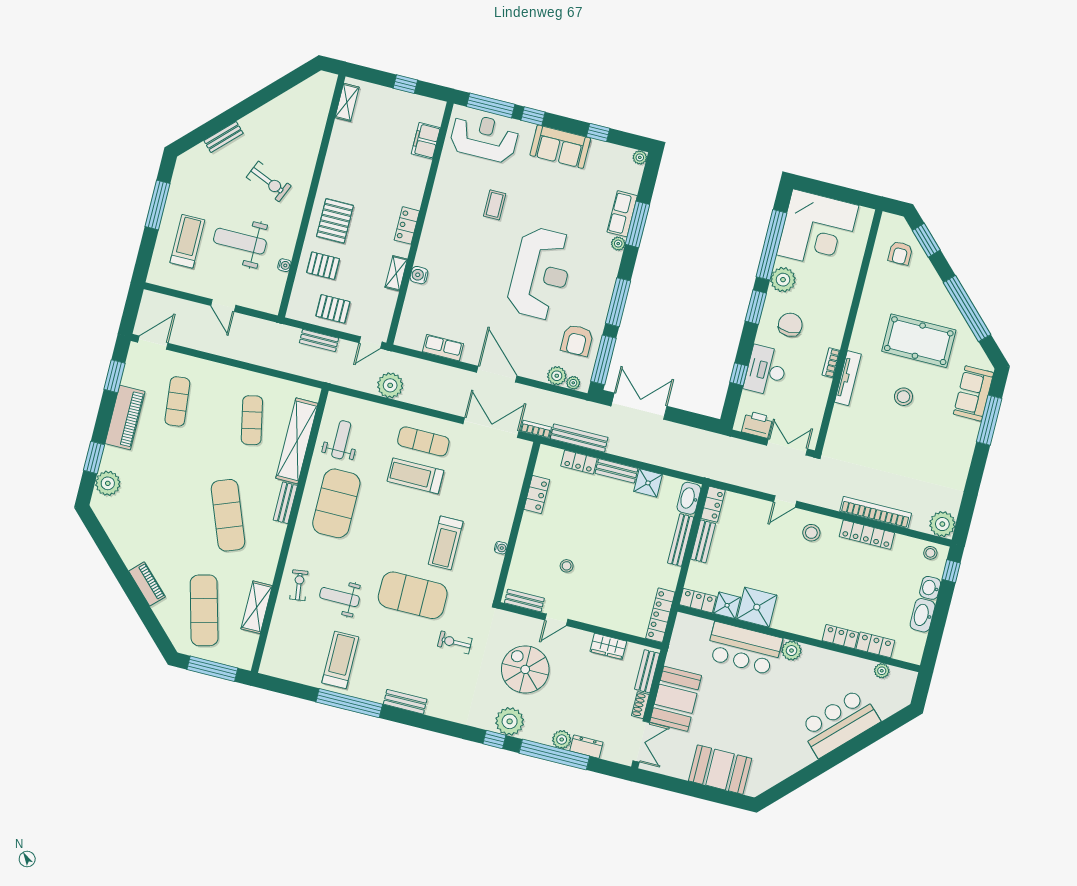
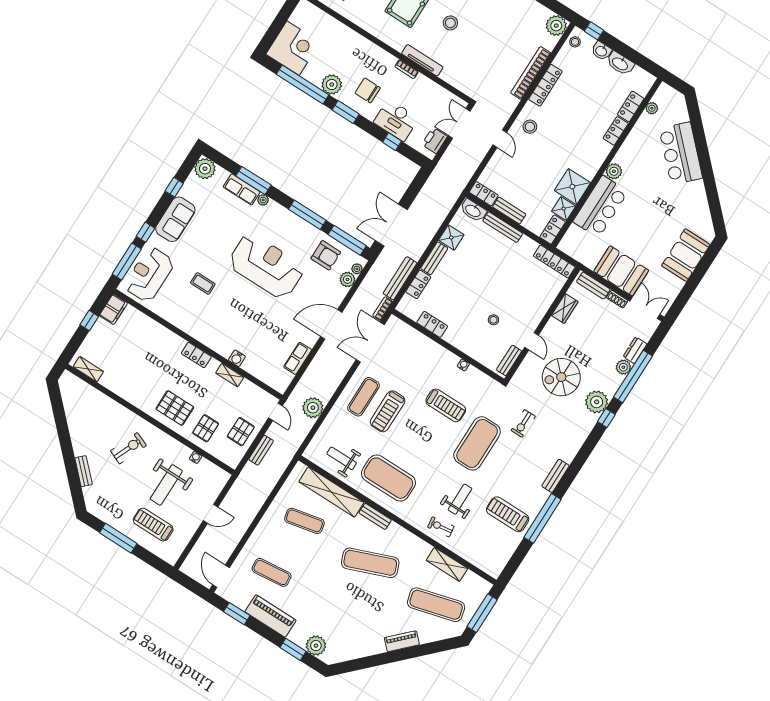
filing cabinet: (426, 141) -> (113, 309), moved, turned -90
plant: (640, 157) -> (205, 169), width x1.88, depth x1.88
corner desk: (818, 230) -> (293, 48), width x0.74, depth x0.74
weight bench: (339, 597) -> (460, 499), turned 180

